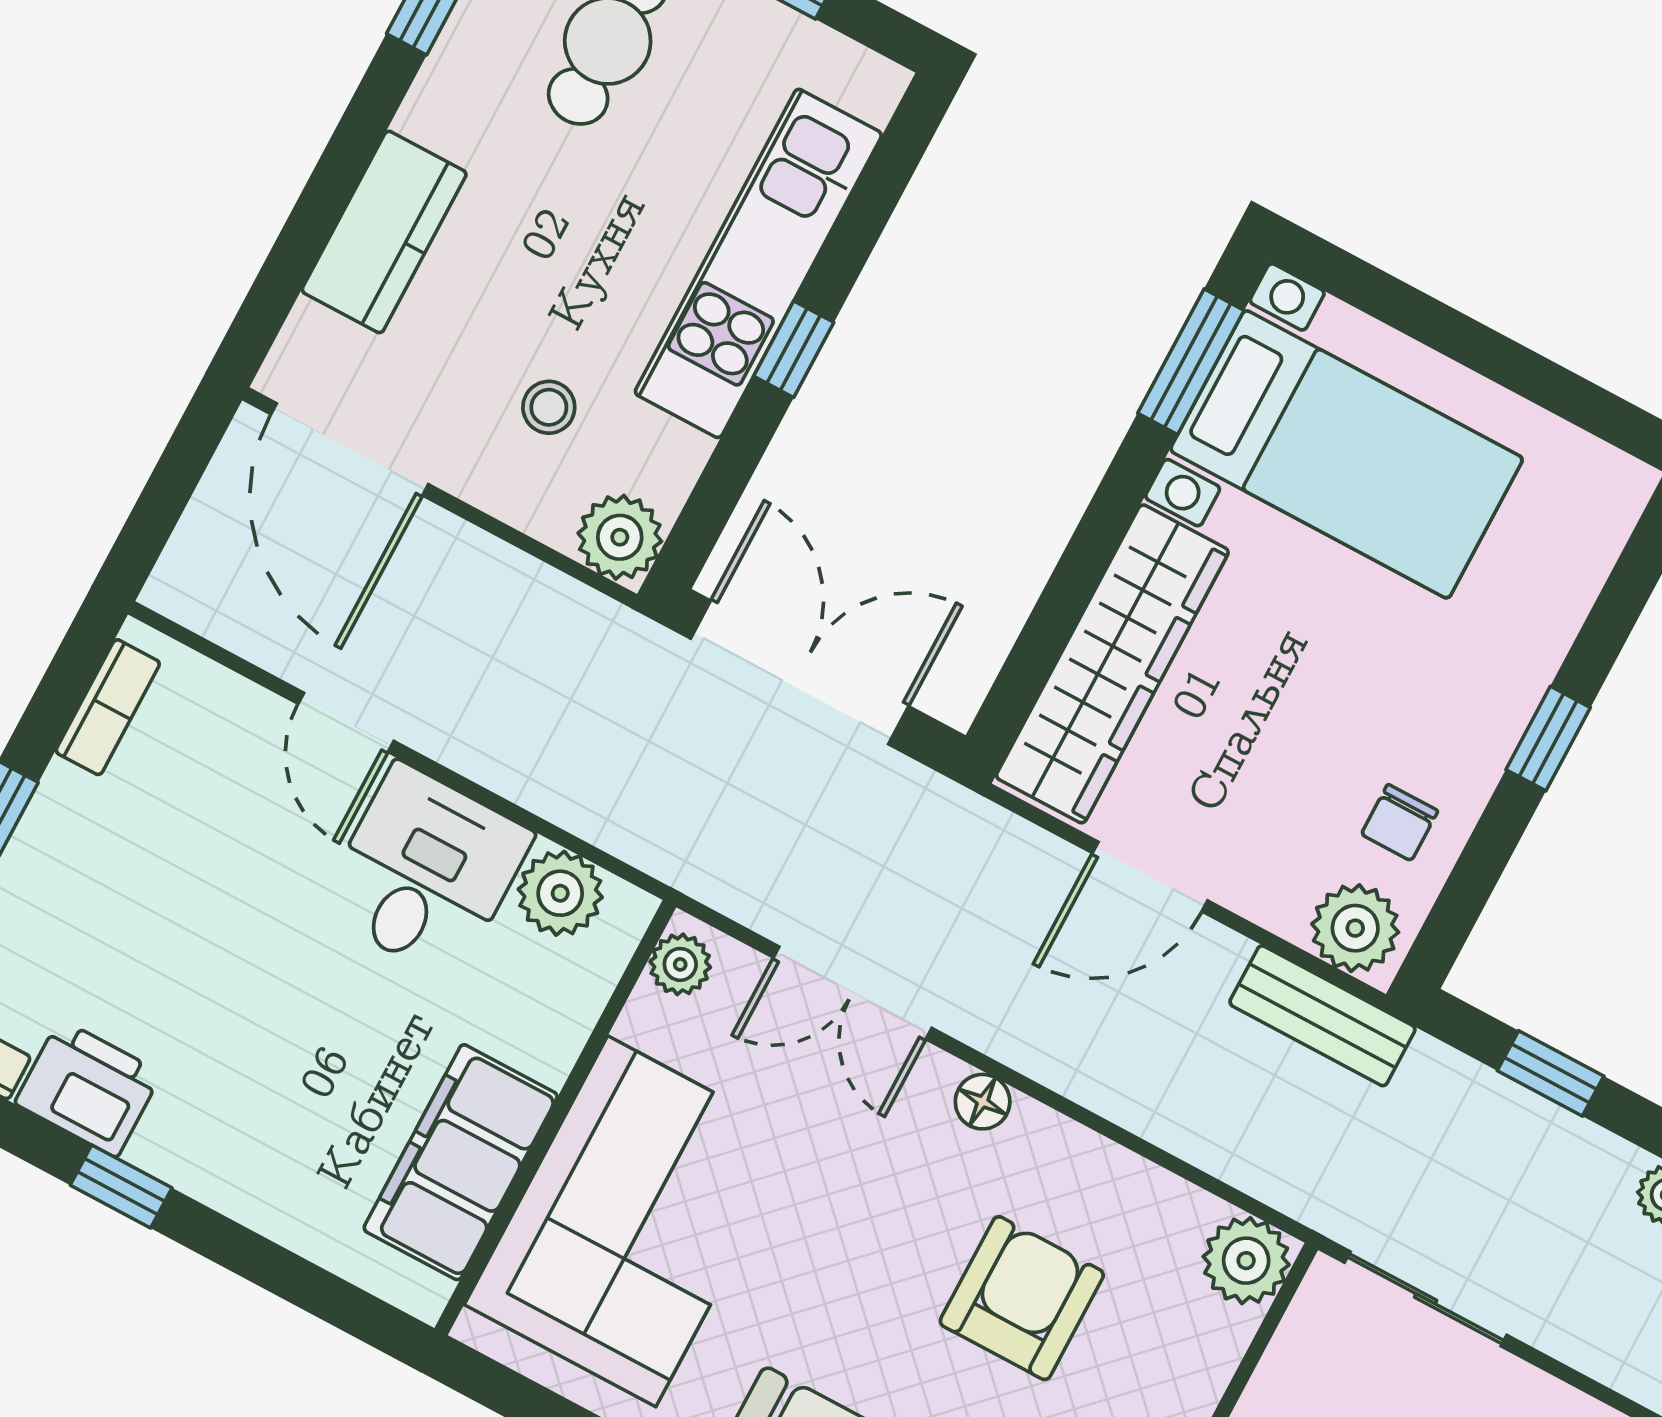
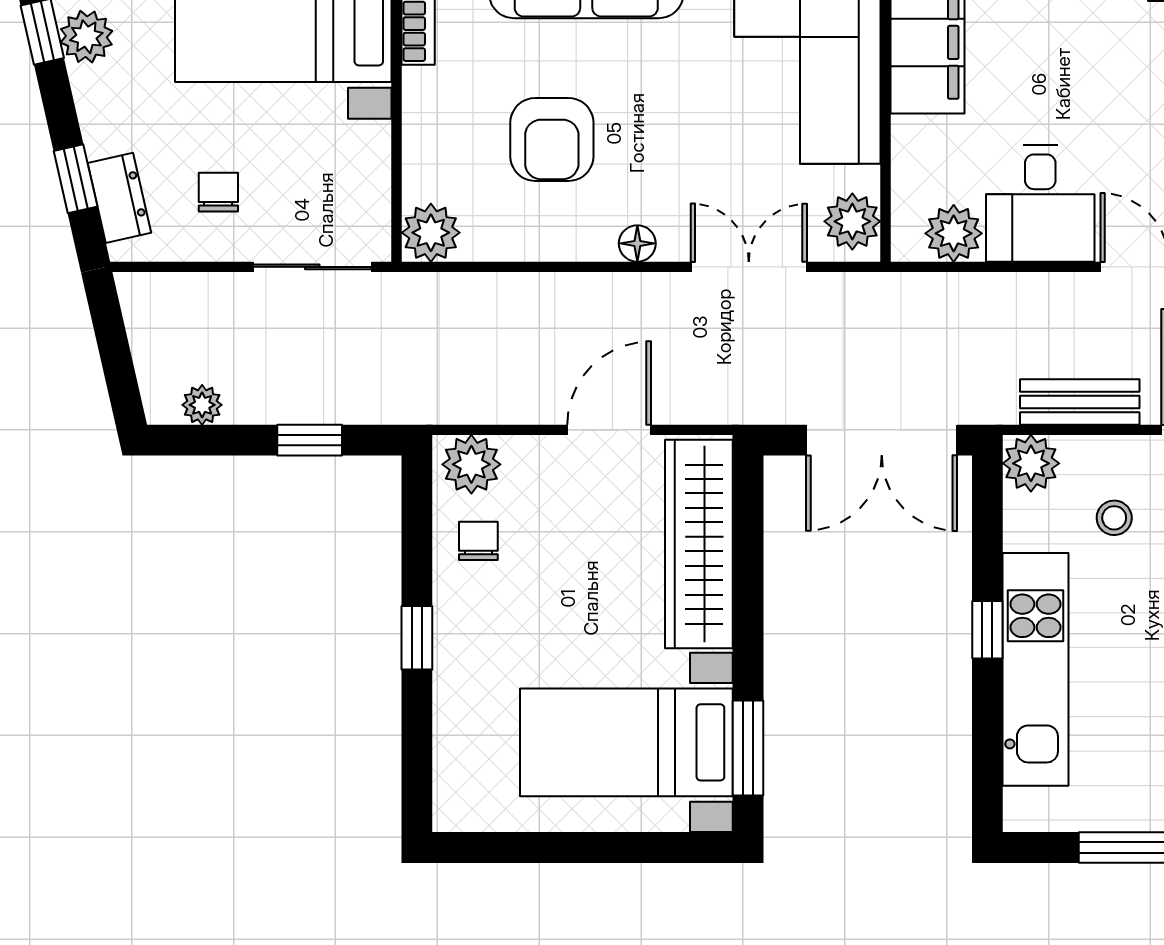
plant: (680, 964) -> (852, 221), width x1.38, depth x1.38
bench: (1322, 1016) -> (1080, 402), moved

